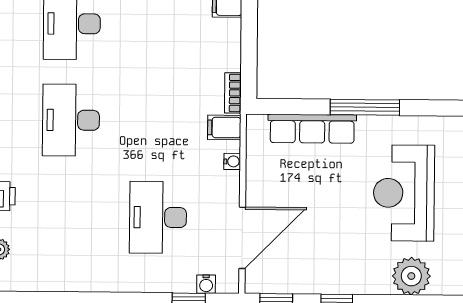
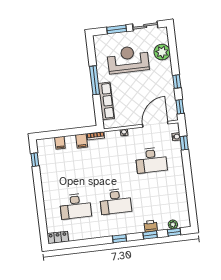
filing cabinet: (224, 127) -> (82, 141), moved
reception desk: (404, 193) -> (128, 60), turned 180
door: (242, 238) -> (155, 124), hinge flipped

